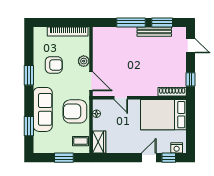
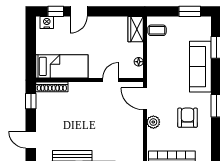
armchair: (54, 65) -> (188, 118), turned 90
door: (121, 98) -> (111, 80), hinge flipped
armchair: (75, 111) -> (163, 64), removed
bed: (163, 115) -> (62, 66), width x0.67
window: (64, 158) -> (190, 11), moved

